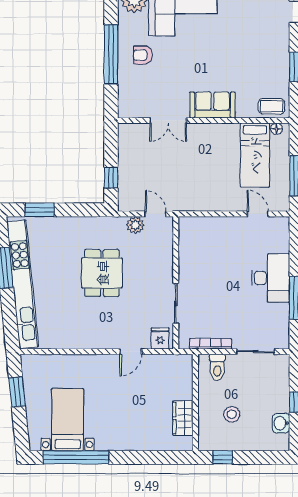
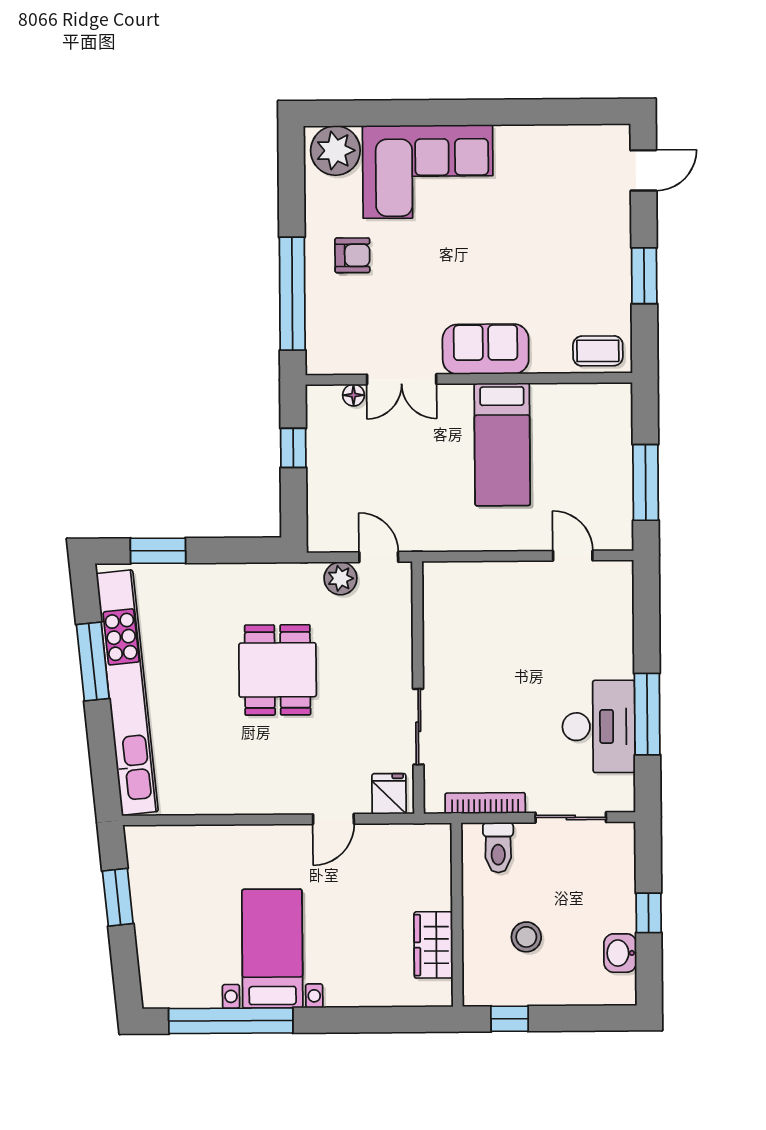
window: (111, 54) -> (292, 294), moved
armchair: (143, 55) -> (352, 255), turned 180
floor lamp: (276, 129) -> (354, 395), moved
bed: (255, 155) -> (502, 444), moved
window: (111, 178) -> (293, 448), moved
desk: (271, 278) -> (599, 727), moved
bed with nightstands: (68, 420) -> (272, 949), moved

